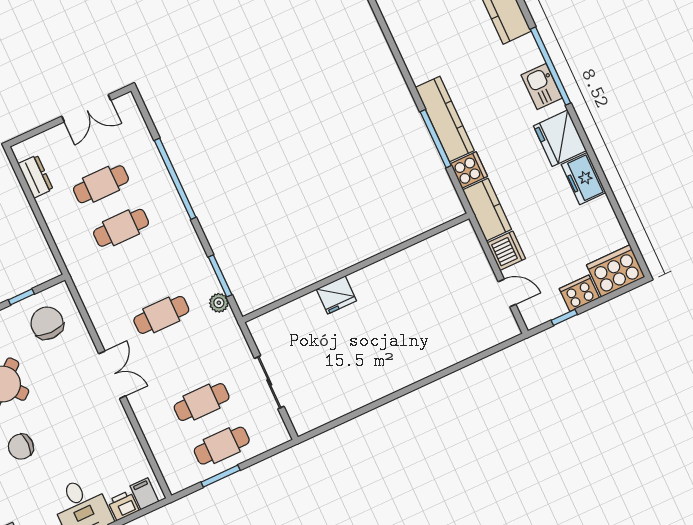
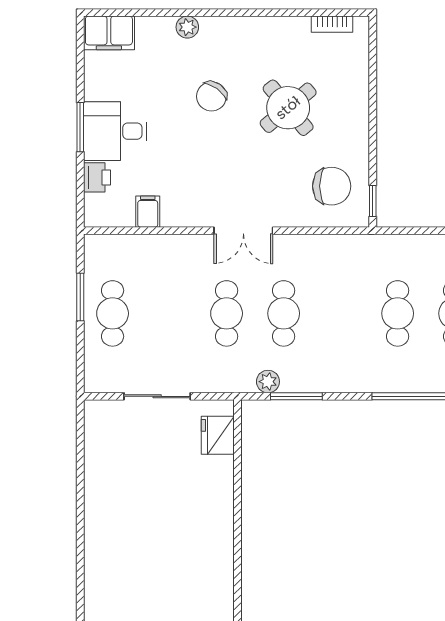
fridge: (336, 295) -> (218, 435), moved
window: (21, 297) -> (373, 201), moved
cafe table: (202, 402) -> (227, 313), moved
chair: (21, 447) -> (211, 96), turned -144
filing cabinet: (144, 494) -> (148, 212), moved, turned -90

